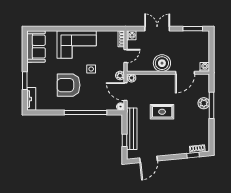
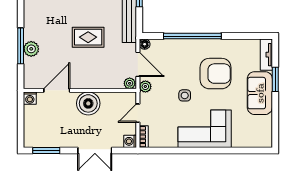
sofa: (36, 47) -> (260, 93), moved

